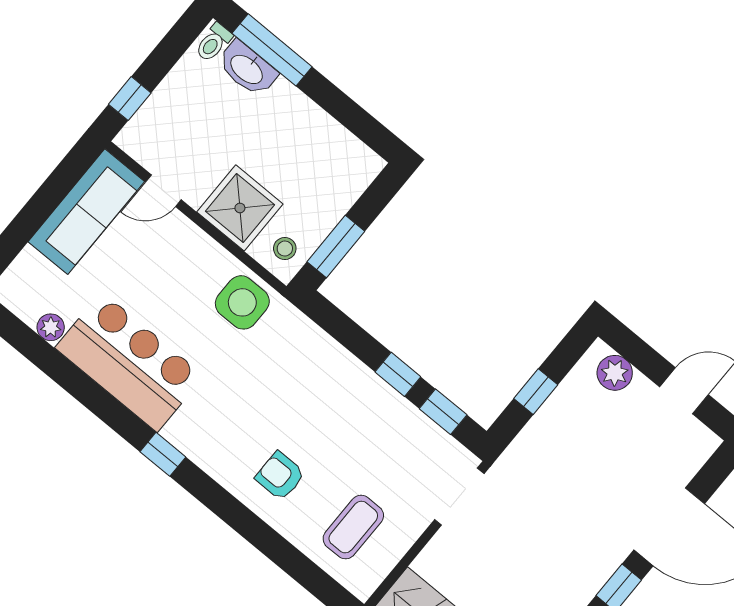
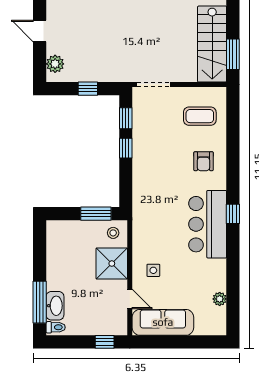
side table: (242, 302) -> (153, 270), moved, width x0.54, depth x0.54
bar counter: (129, 362) -> (208, 224), moved

